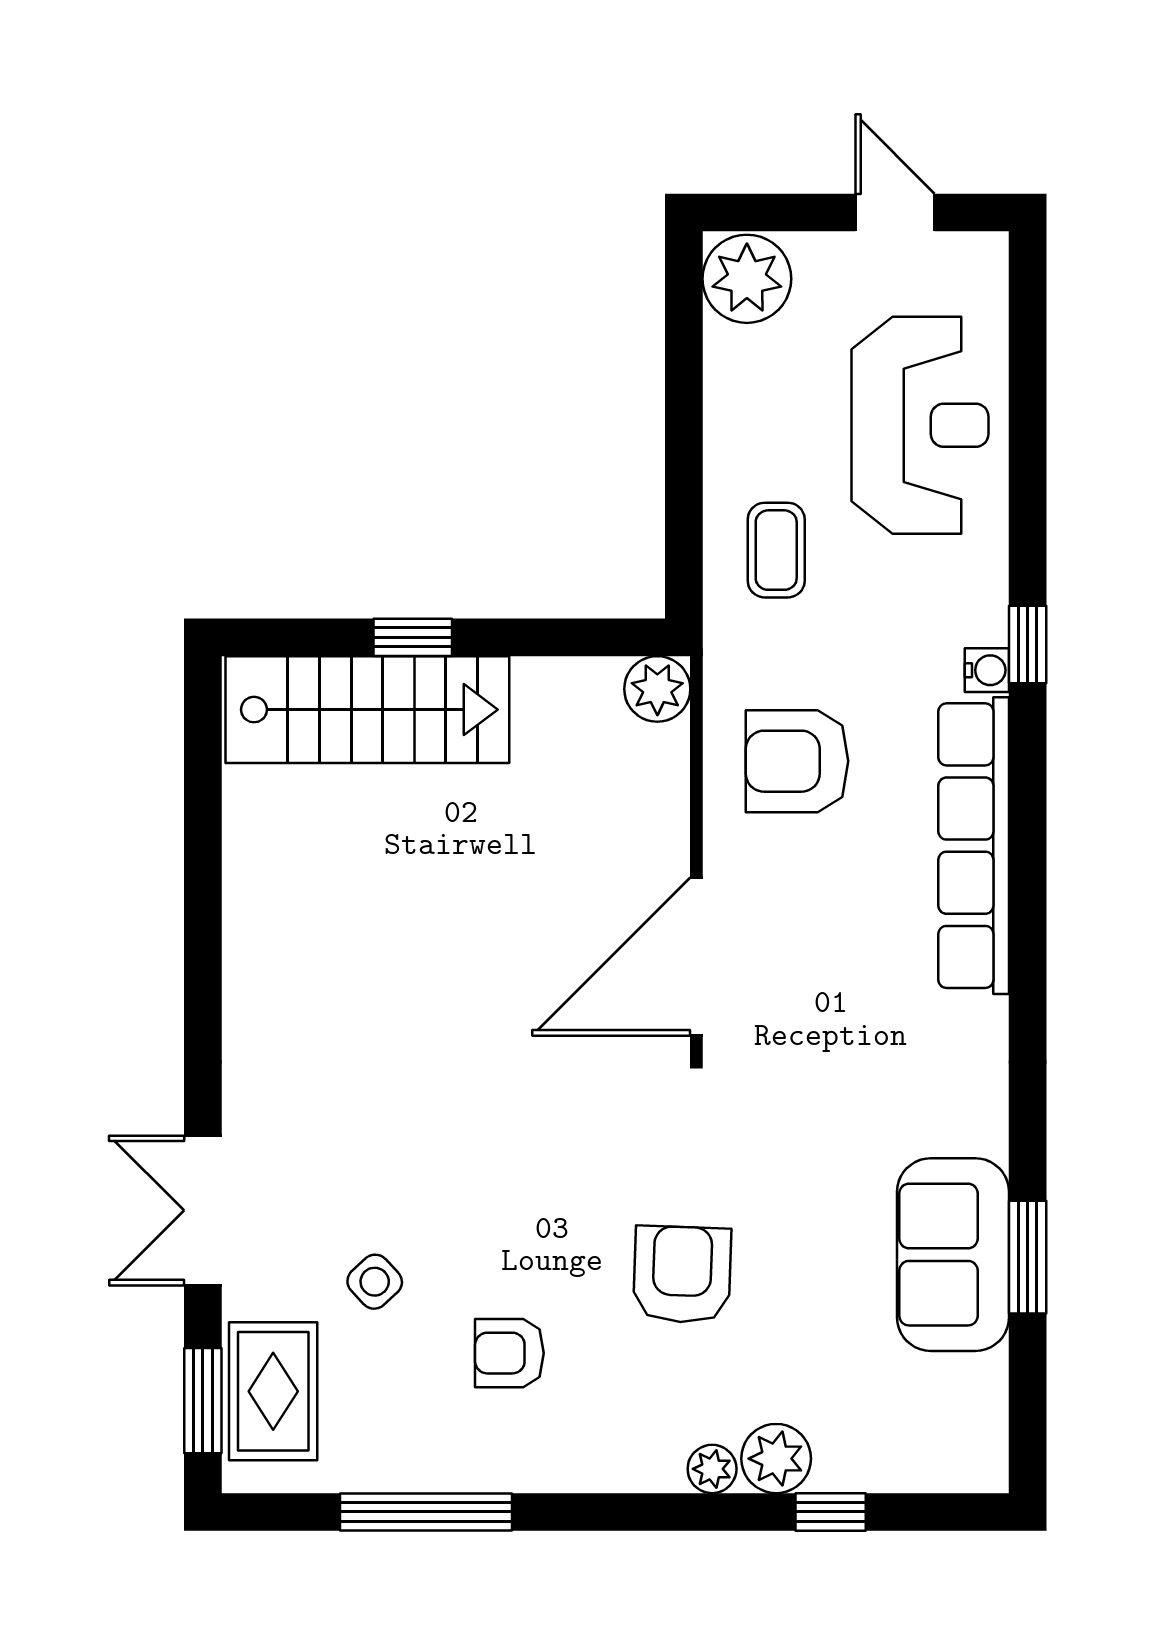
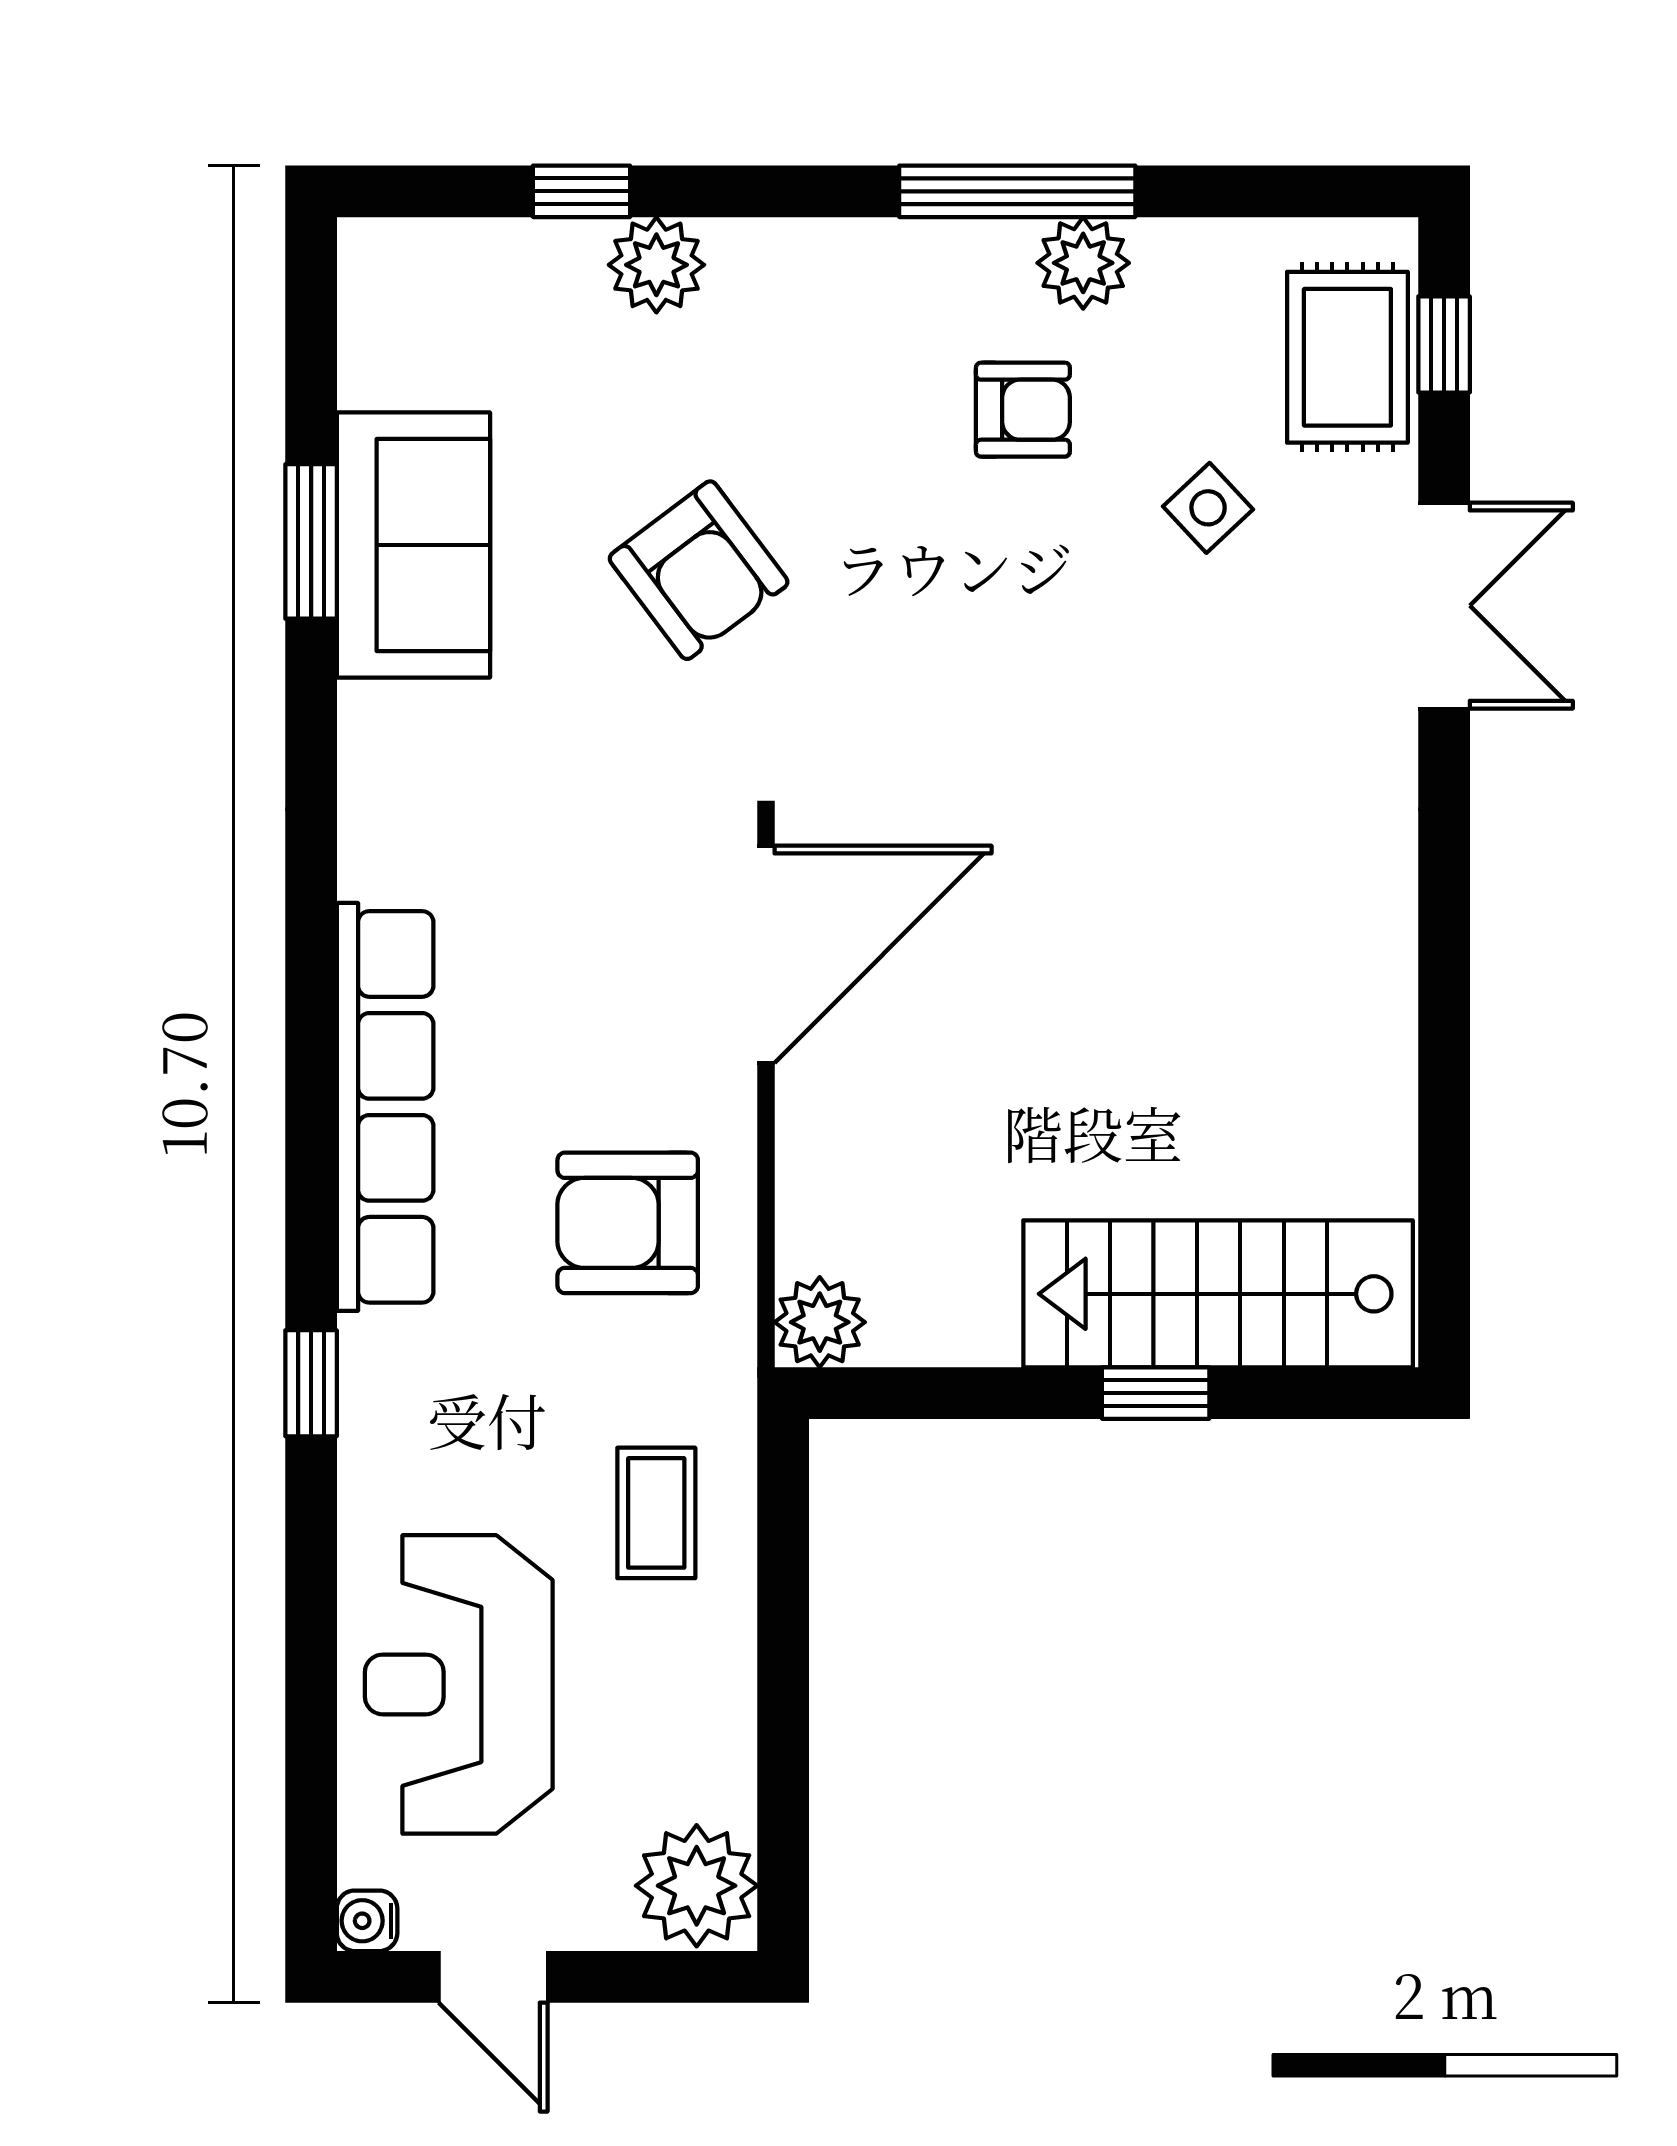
water cooler: (987, 670) -> (367, 1921), moved
armchair: (797, 761) -> (628, 1223), turned 180
armchair: (682, 1274) -> (699, 570), moved, turned -39
window: (203, 1401) -> (1444, 344), width x0.67
plant: (712, 1469) -> (1083, 263), moved, width x1.38, depth x1.38
window: (426, 1512) -> (1017, 191), moved

